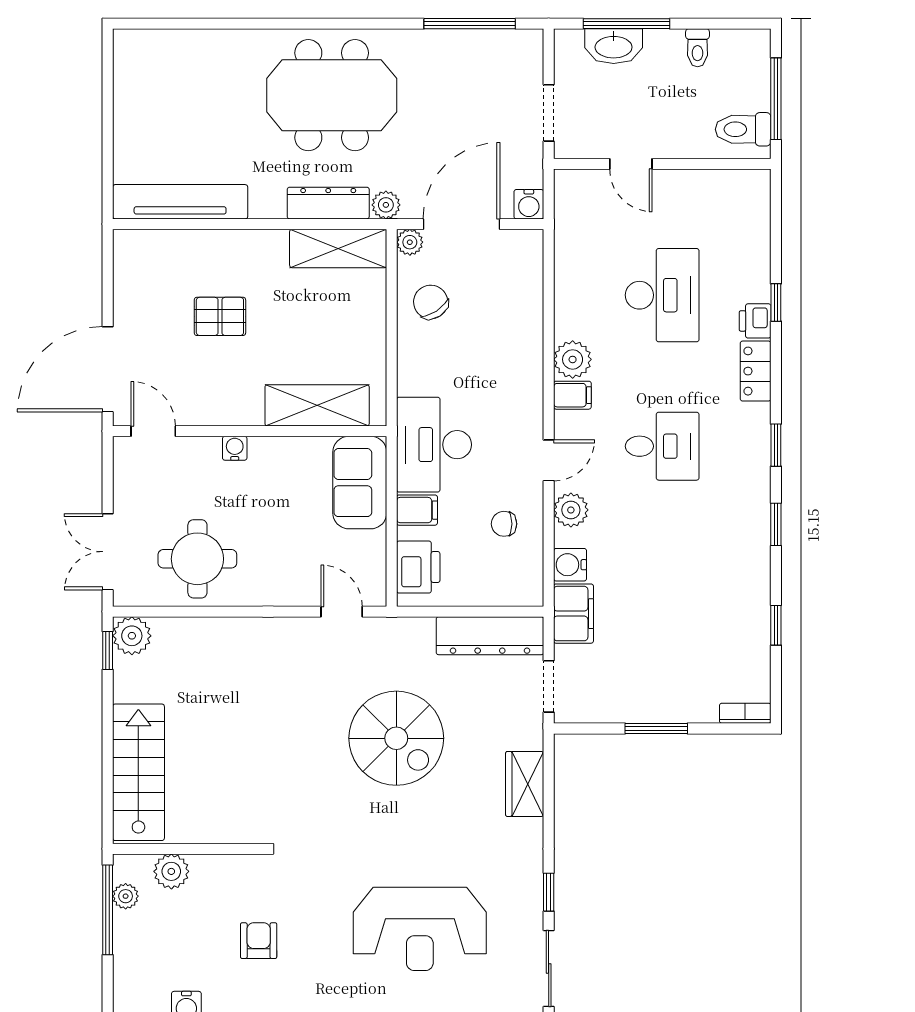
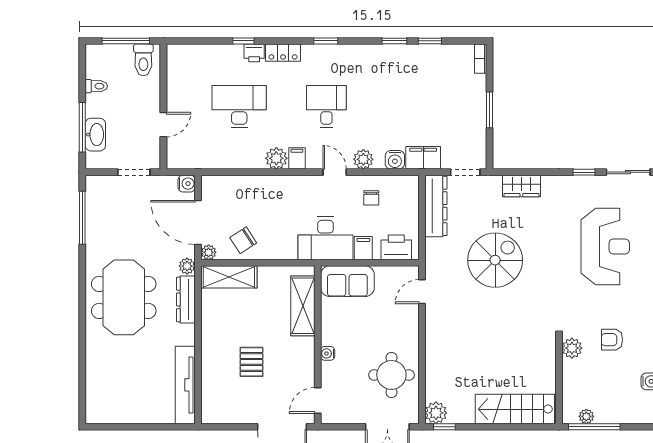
shelving: (338, 248) -> (229, 277), moved, turned 90
window: (776, 524) -> (394, 41), moved
plant: (171, 871) -> (572, 348), moved

